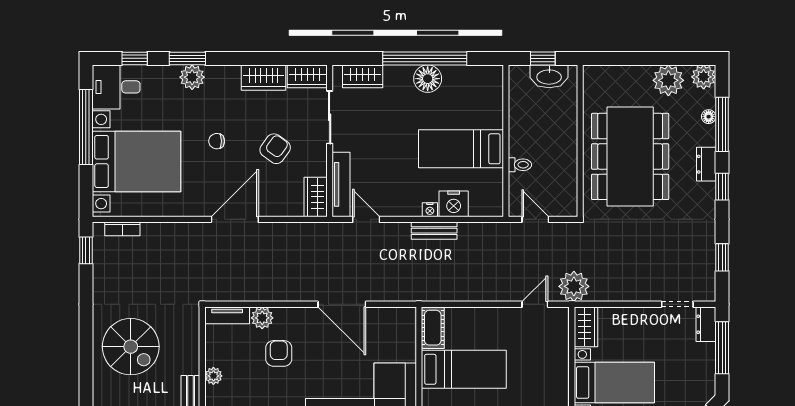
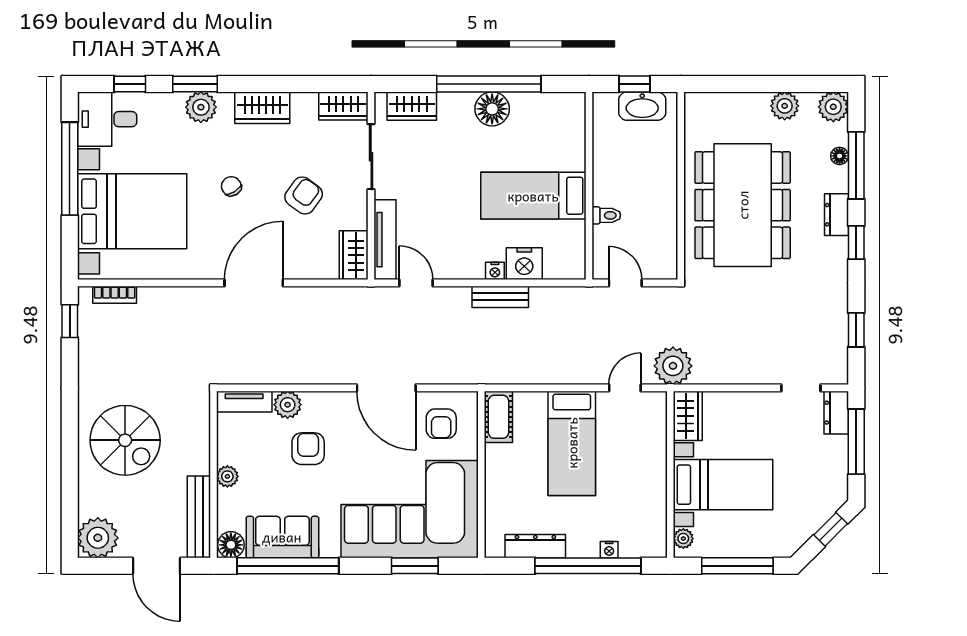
wardrobe: (264, 78) -> (262, 108), moved
plant: (668, 80) -> (785, 106), width x0.73, depth x0.73
chair: (217, 141) -> (231, 186), turned 59
armchair: (386, 333) -> (441, 424), added
bed: (464, 369) -> (572, 443), moved, turned 90

